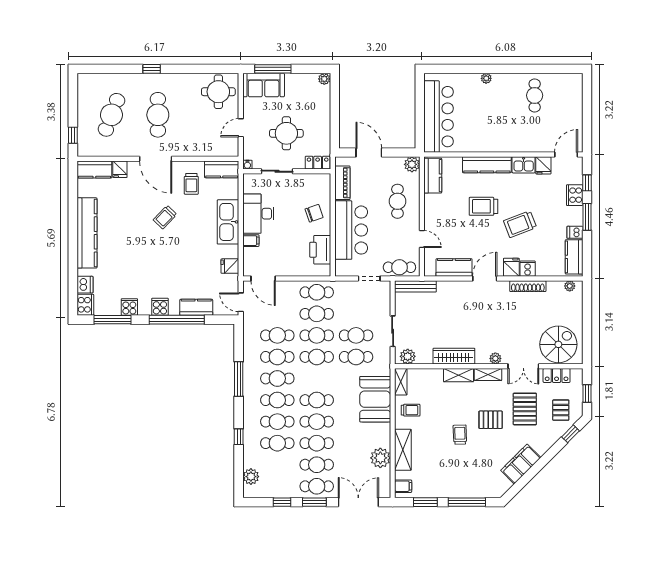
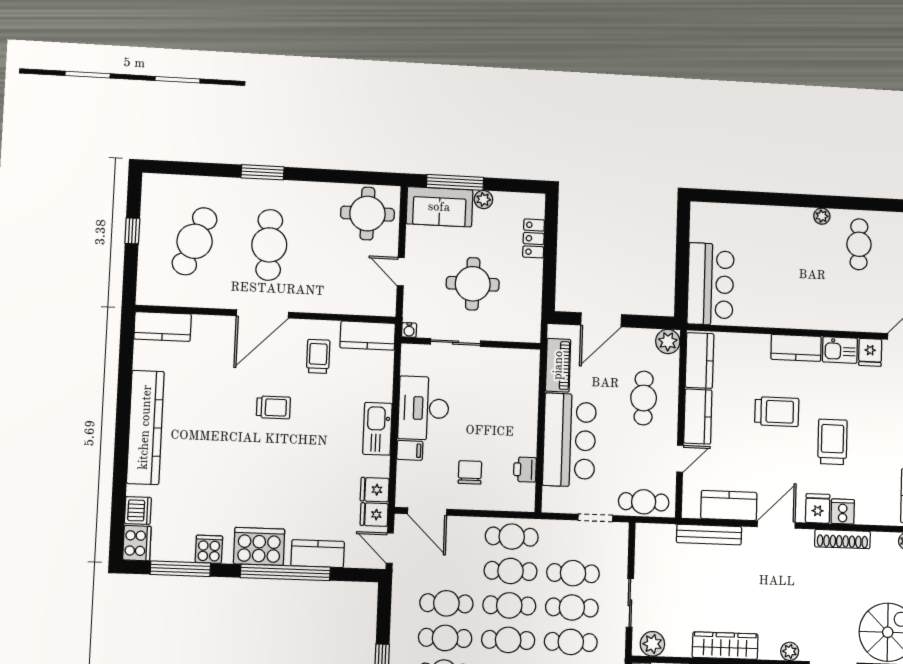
window: (152, 69) -> (263, 172), width x1.50
plant: (486, 78) -> (822, 216), moved
plant: (324, 79) -> (483, 199), moved
bar counter: (439, 117) -> (711, 284), width x0.73
door: (241, 128) -> (401, 272), hinge flipped
window: (73, 135) -> (132, 231), moved
door: (369, 152) -> (601, 320), swing flipped
door: (156, 159) -> (262, 314), hinge flipped
locker: (318, 163) -> (534, 238), moved, turned -90
kitchen counter: (487, 165) -> (796, 348), width x0.67
fridge: (120, 169) -> (374, 514), moved, turned 90
trolley: (191, 184) -> (318, 356), turned 180
trolley: (483, 206) -> (777, 412), turned 180
kitchen counter: (433, 212) -> (698, 417), added
chair: (314, 213) -> (470, 472), moved, turned -71
trolley: (165, 217) -> (273, 407), turned -134
kitchen sink: (228, 222) -> (377, 429), width x0.73, depth x0.81
trolley: (520, 224) -> (832, 442), turned 111
door: (422, 239) -> (680, 459), hinge flipped
printer: (320, 250) -> (525, 470), width x0.53, depth x0.68
bench: (415, 286) -> (709, 535), moved
cooker: (160, 307) -> (259, 546), width x1.87, depth x1.31
cafe table: (356, 314) -> (573, 573), added

